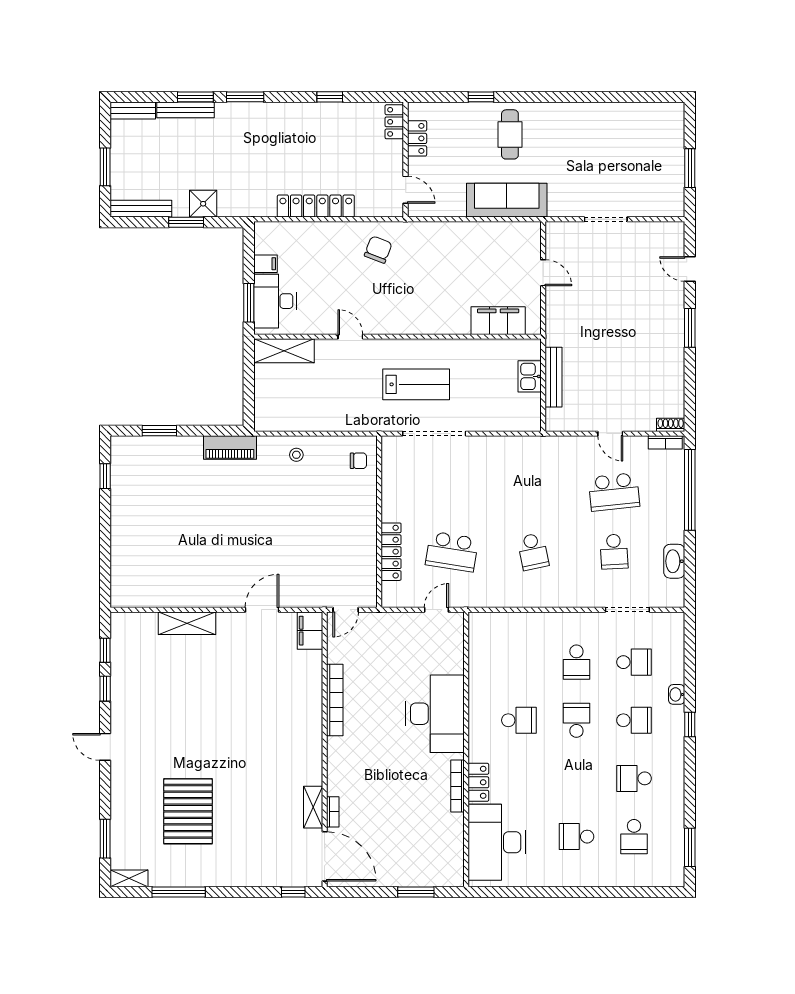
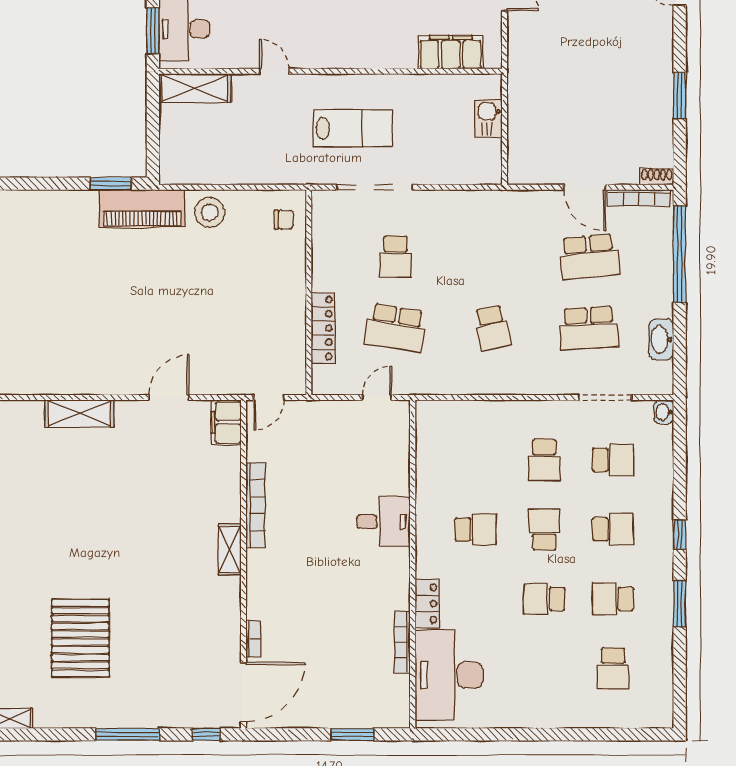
window: (690, 328) -> (680, 96), moved
bench: (554, 377) -> (517, 120), removed
window: (159, 431) -> (111, 184), moved
door: (610, 434) -> (585, 187), width x1.38
bookcase: (665, 442) -> (639, 198), width x1.56
piano: (230, 448) -> (142, 208), width x1.37, depth x1.33
stool: (296, 455) -> (210, 212), width x1.89, depth x1.89
school desk: (452, 492) -> (396, 257), added
school desk: (614, 552) -> (589, 328), width x1.85
washbasin: (677, 694) -> (664, 412), moved
desk: (435, 714) -> (383, 522), width x0.53, depth x0.77
bookcase: (457, 786) -> (402, 642), moved
shelving: (313, 807) -> (230, 550), moved
school desk: (576, 837) -> (544, 599), moved
window: (690, 847) -> (680, 603), moved
door: (325, 856) -> (244, 692), hinge flipped
window: (179, 892) -> (128, 734), moved

